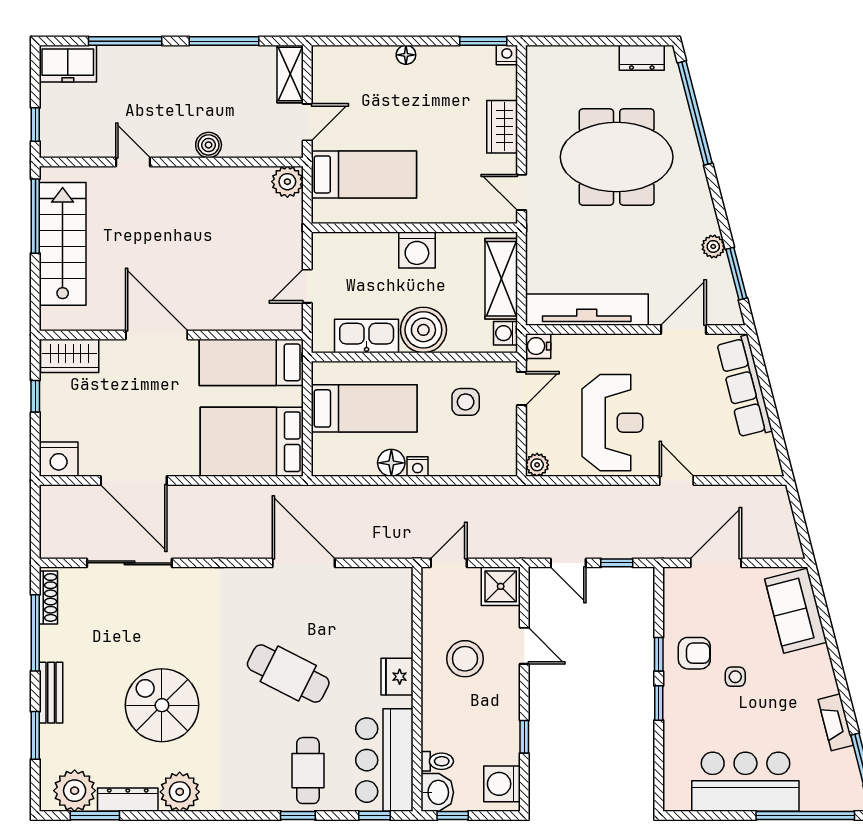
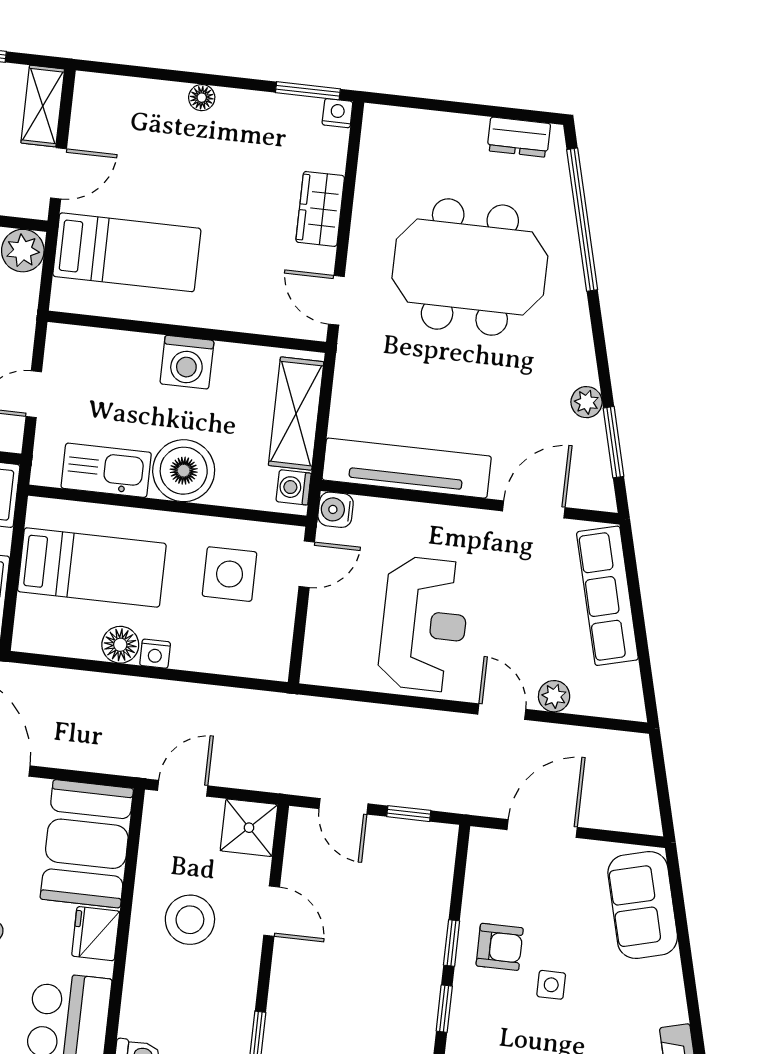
side table: (466, 402) -> (230, 574), width x1.37, depth x1.37
plant: (537, 465) -> (554, 696), moved
booth: (383, 611) -> (87, 844), added

